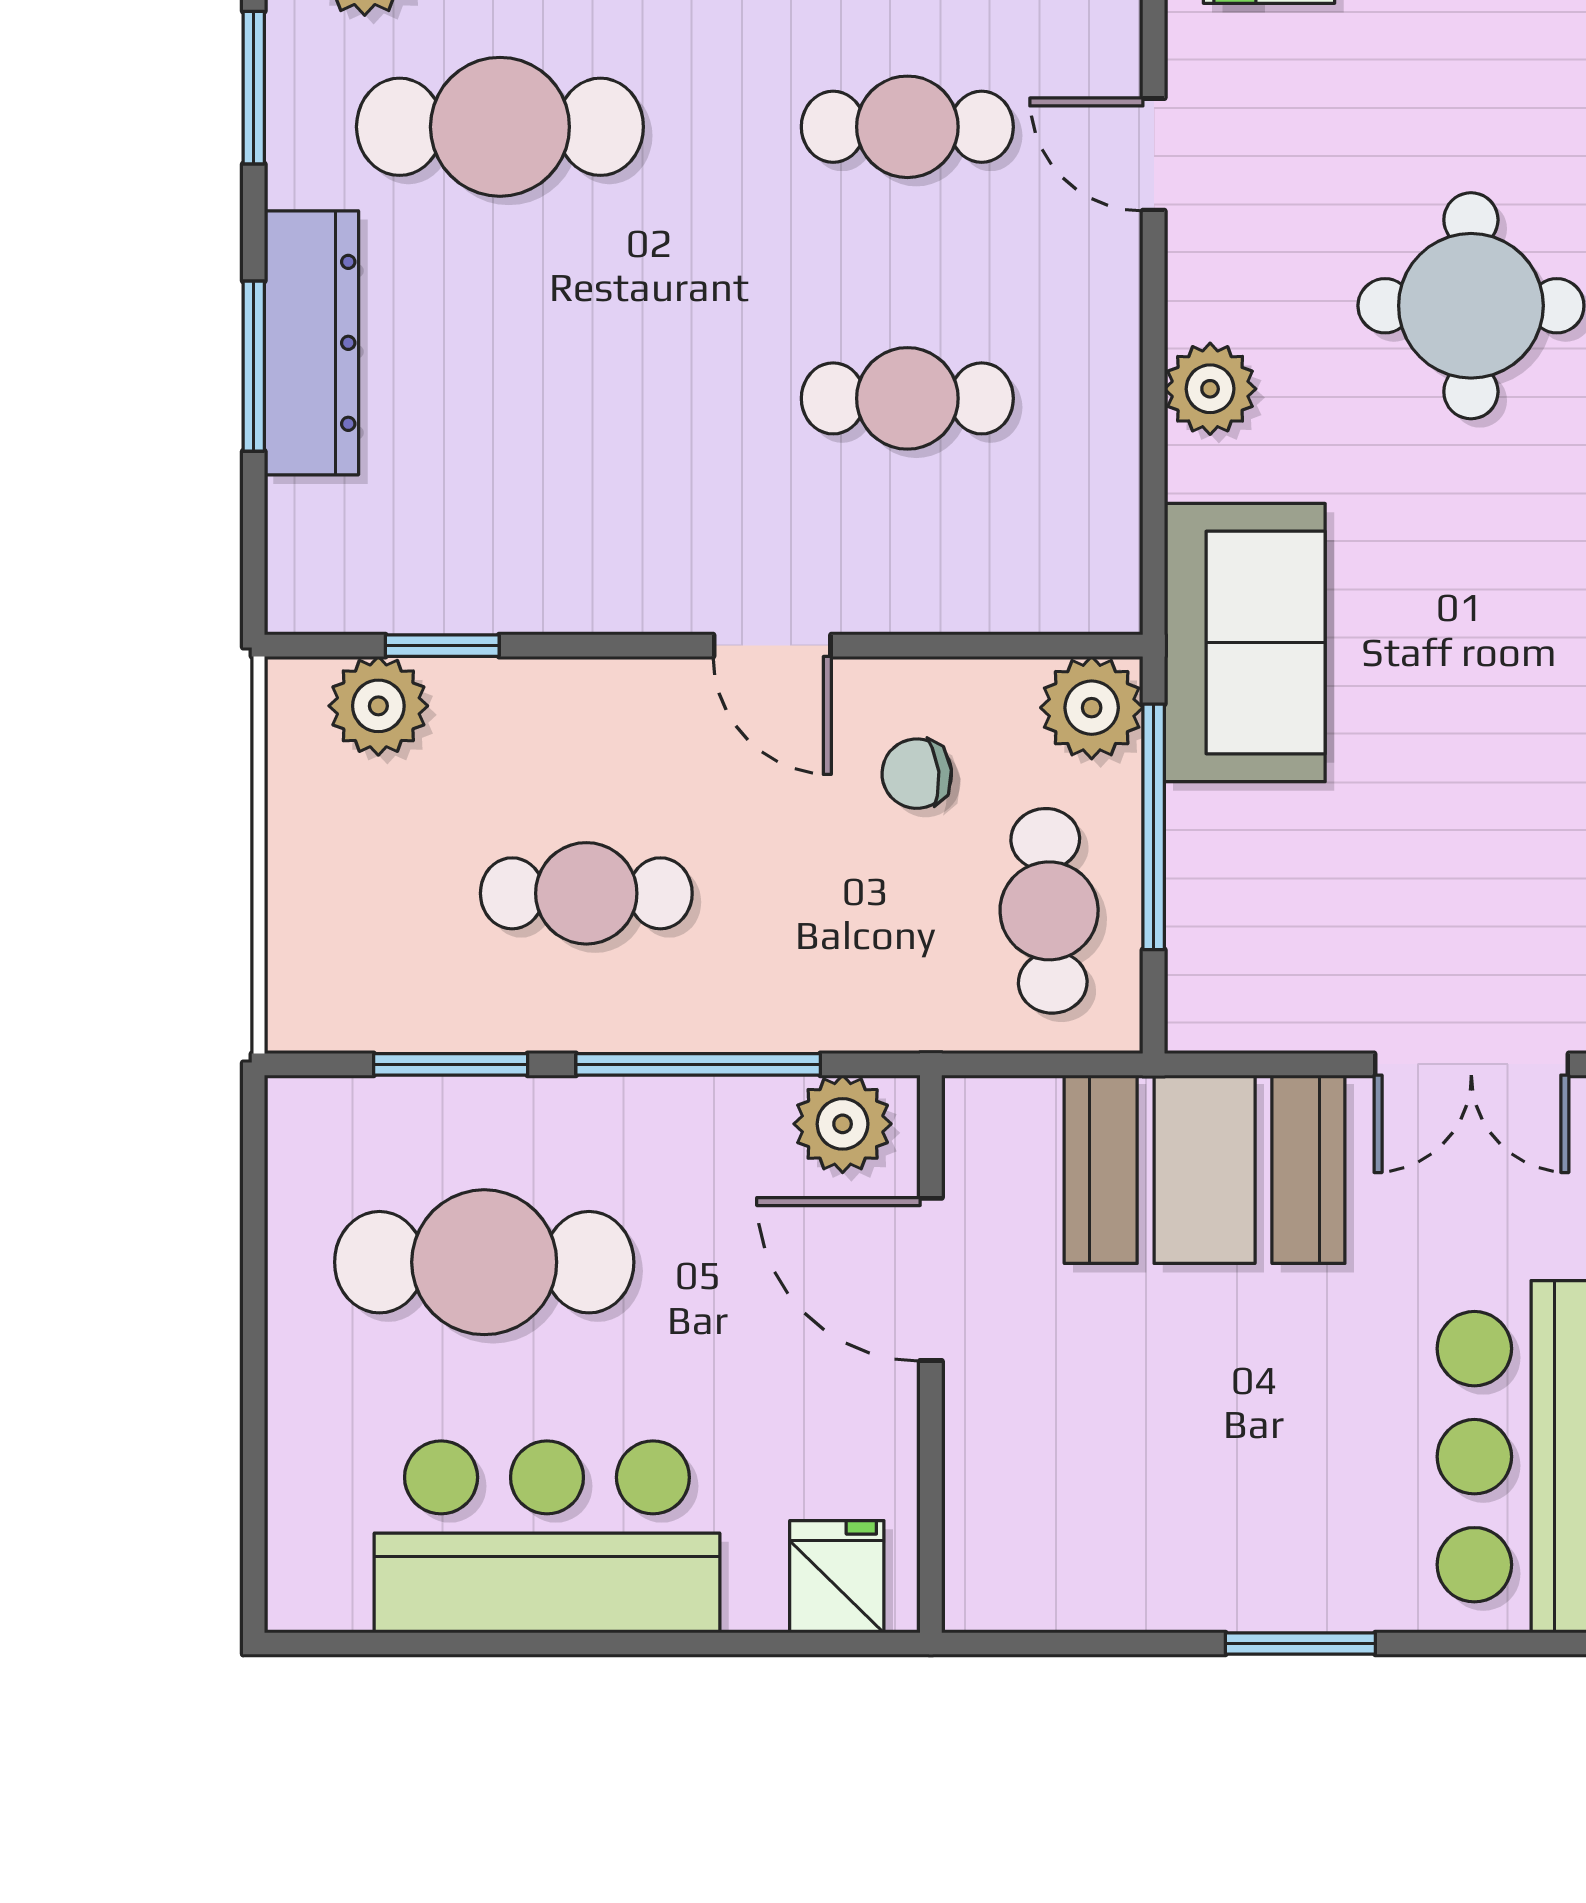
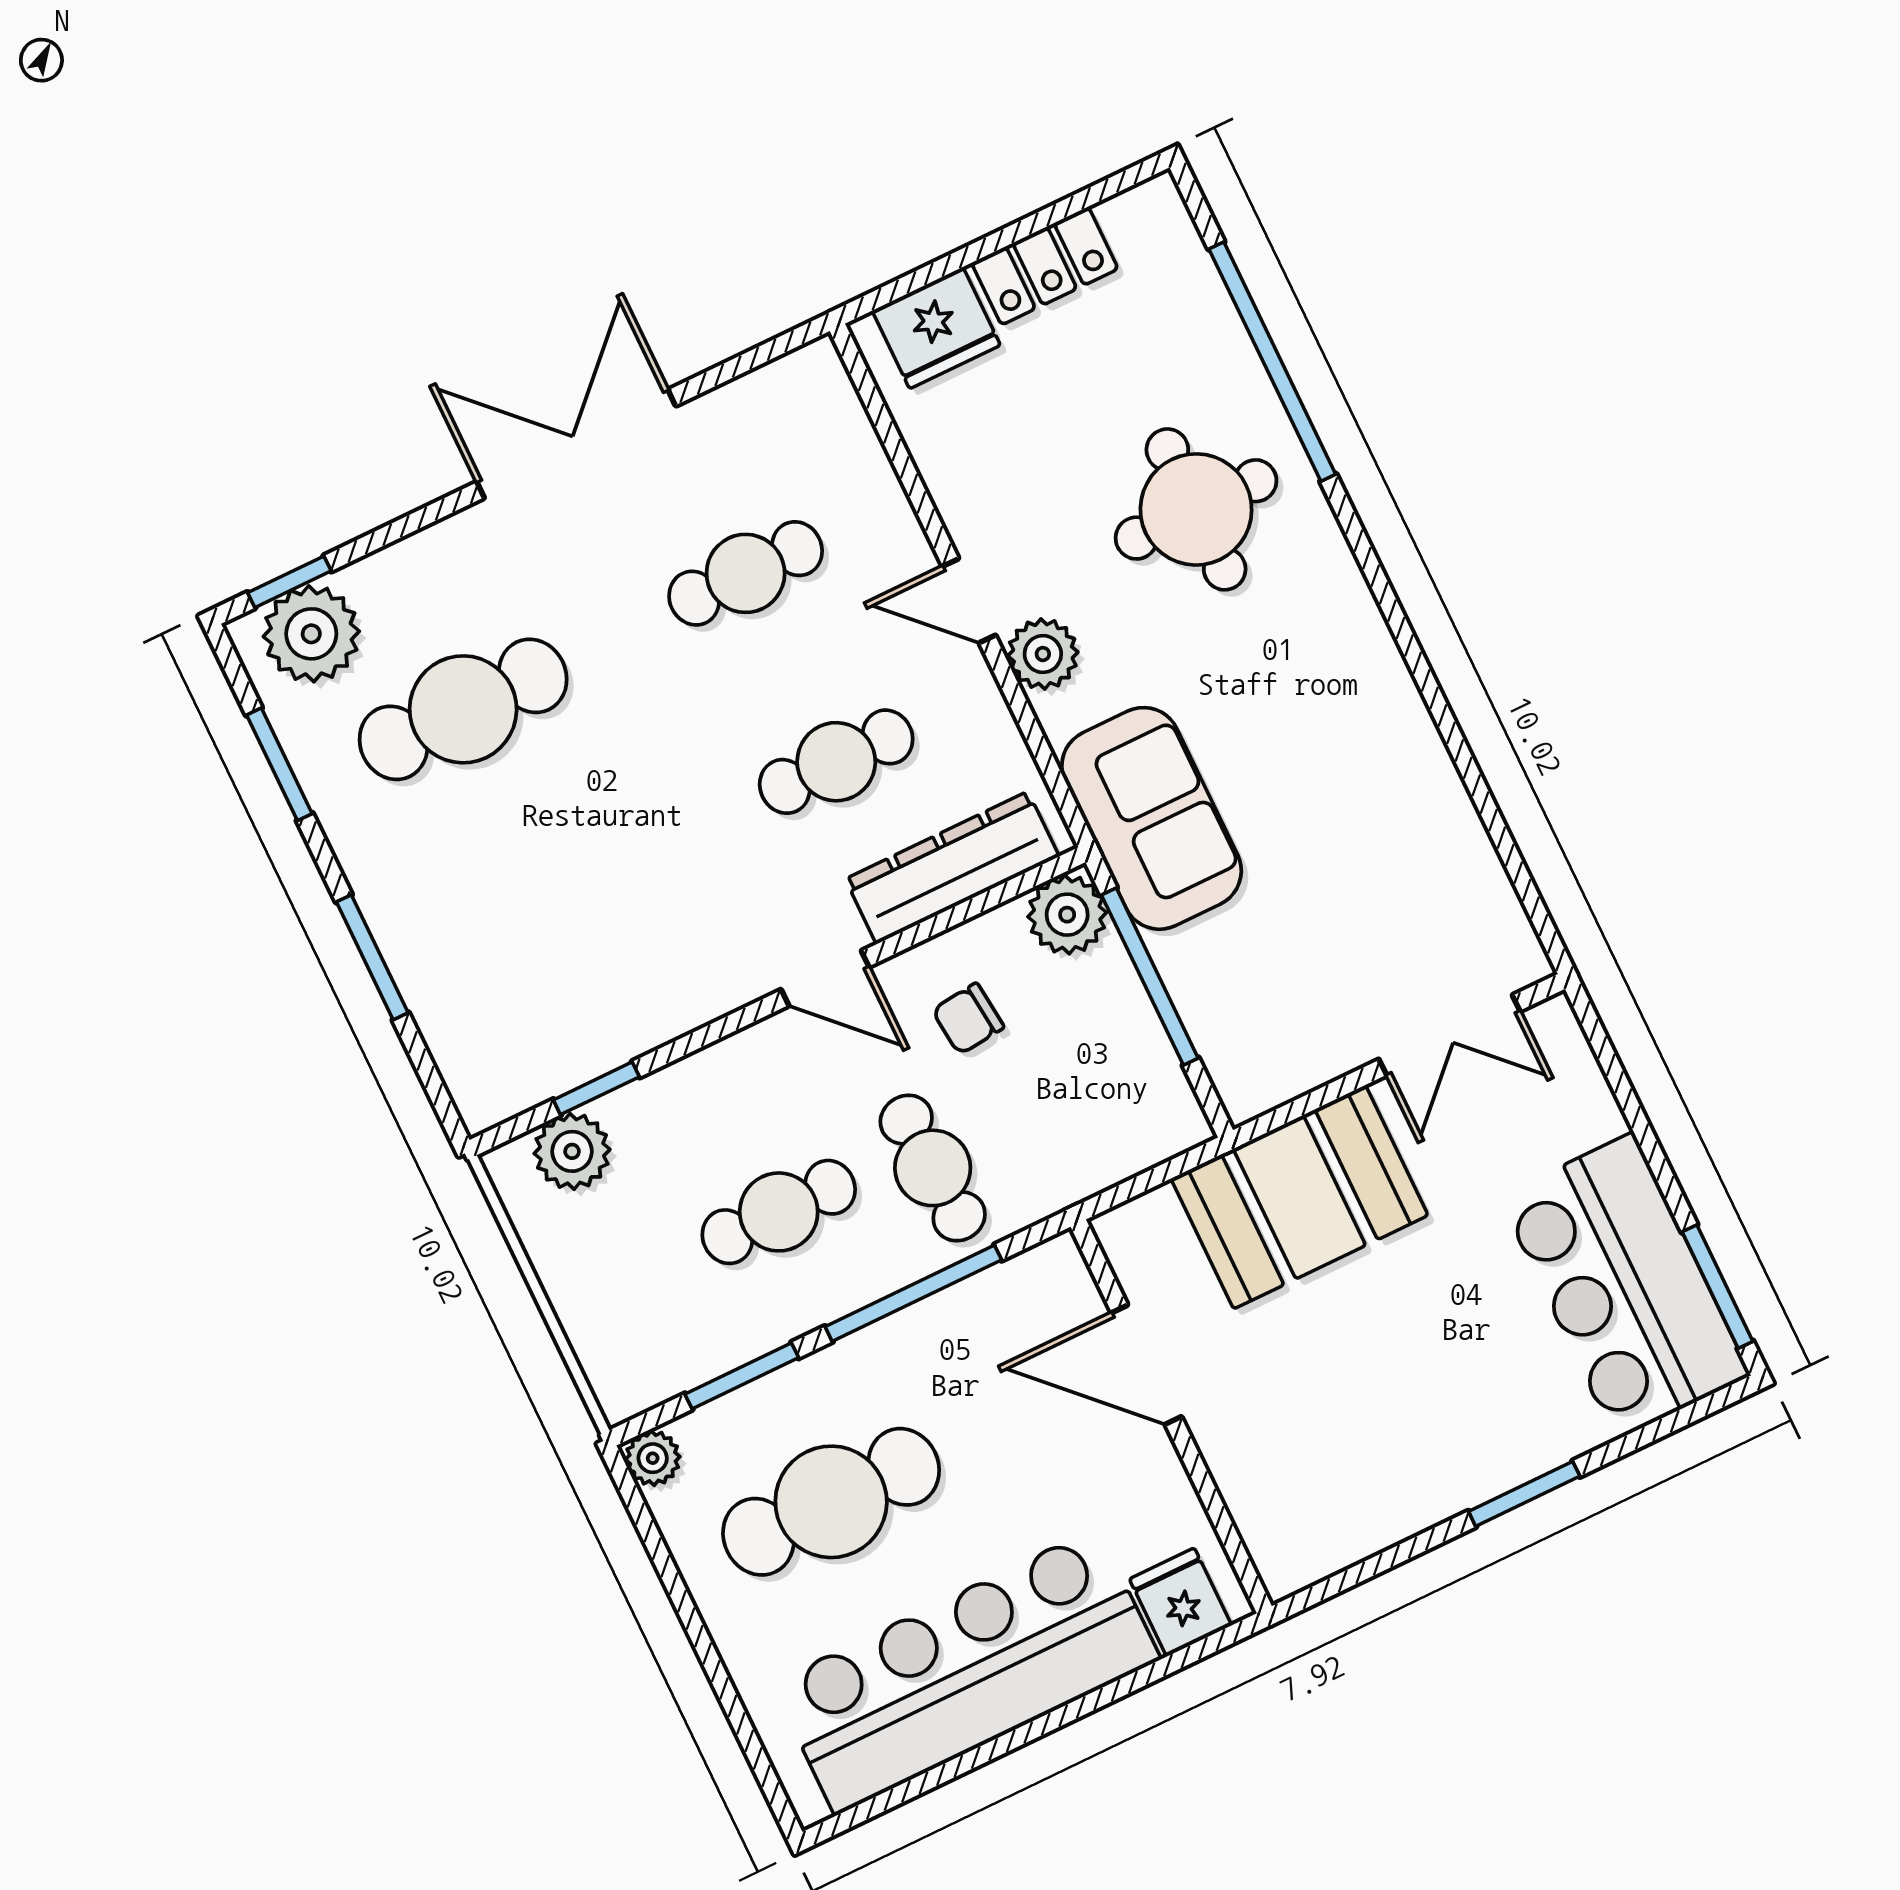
door: (1154, 154) -> (969, 601), moved
dresser: (312, 343) -> (952, 868), moved, turned -90
cafe table: (1049, 911) -> (933, 1168), moved
plant: (843, 1124) -> (653, 1458), moved, width x0.73, depth x0.73
bar counter: (547, 1537) -> (966, 1671), width x1.36

